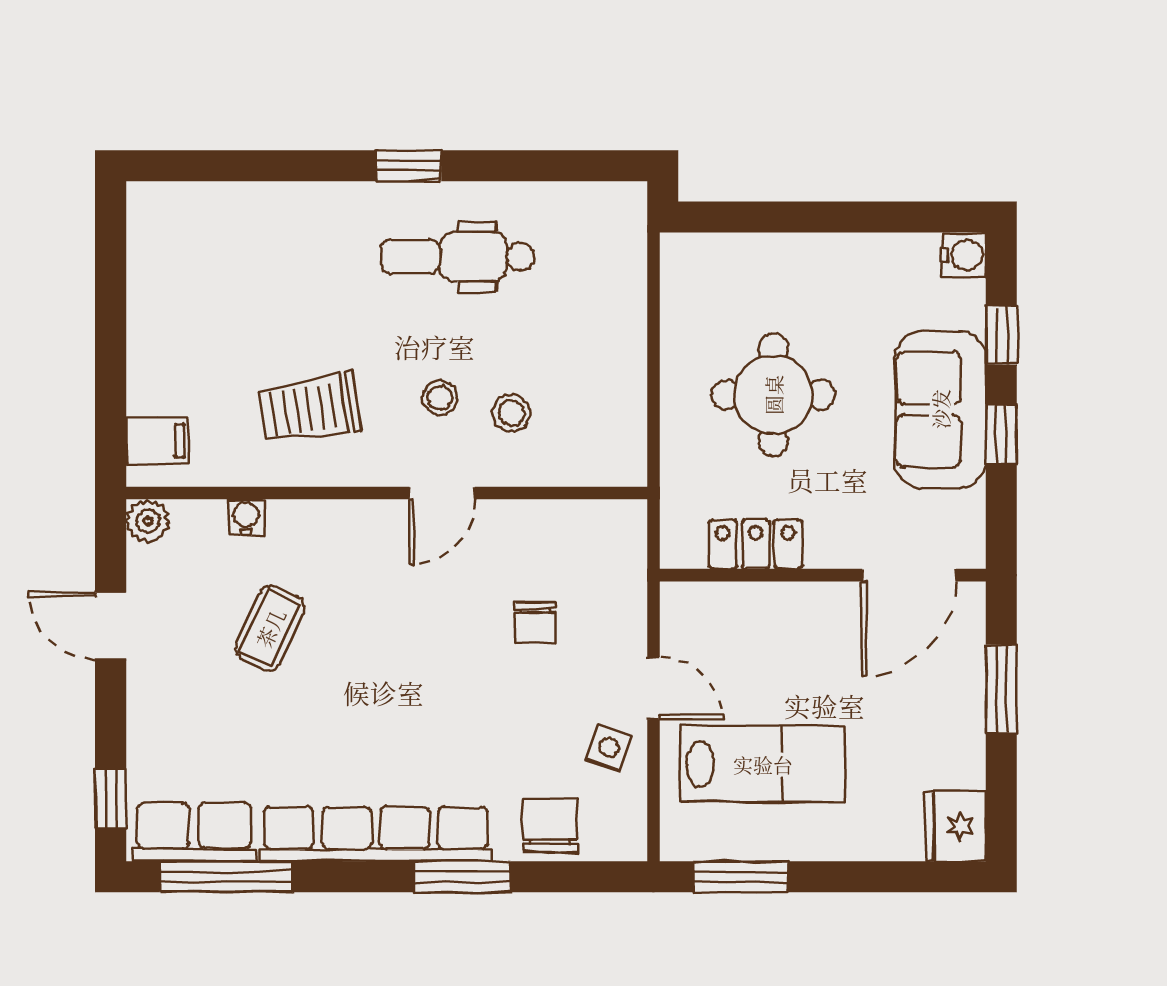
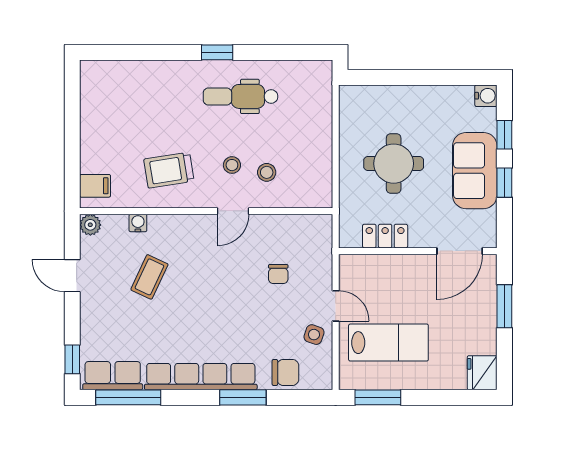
chair: (550, 825) -> (285, 372), turned 90

